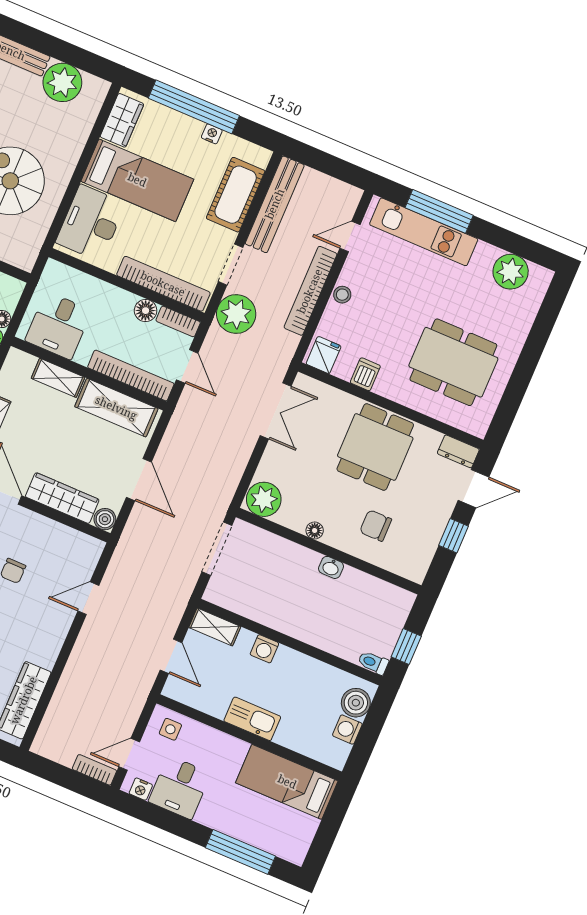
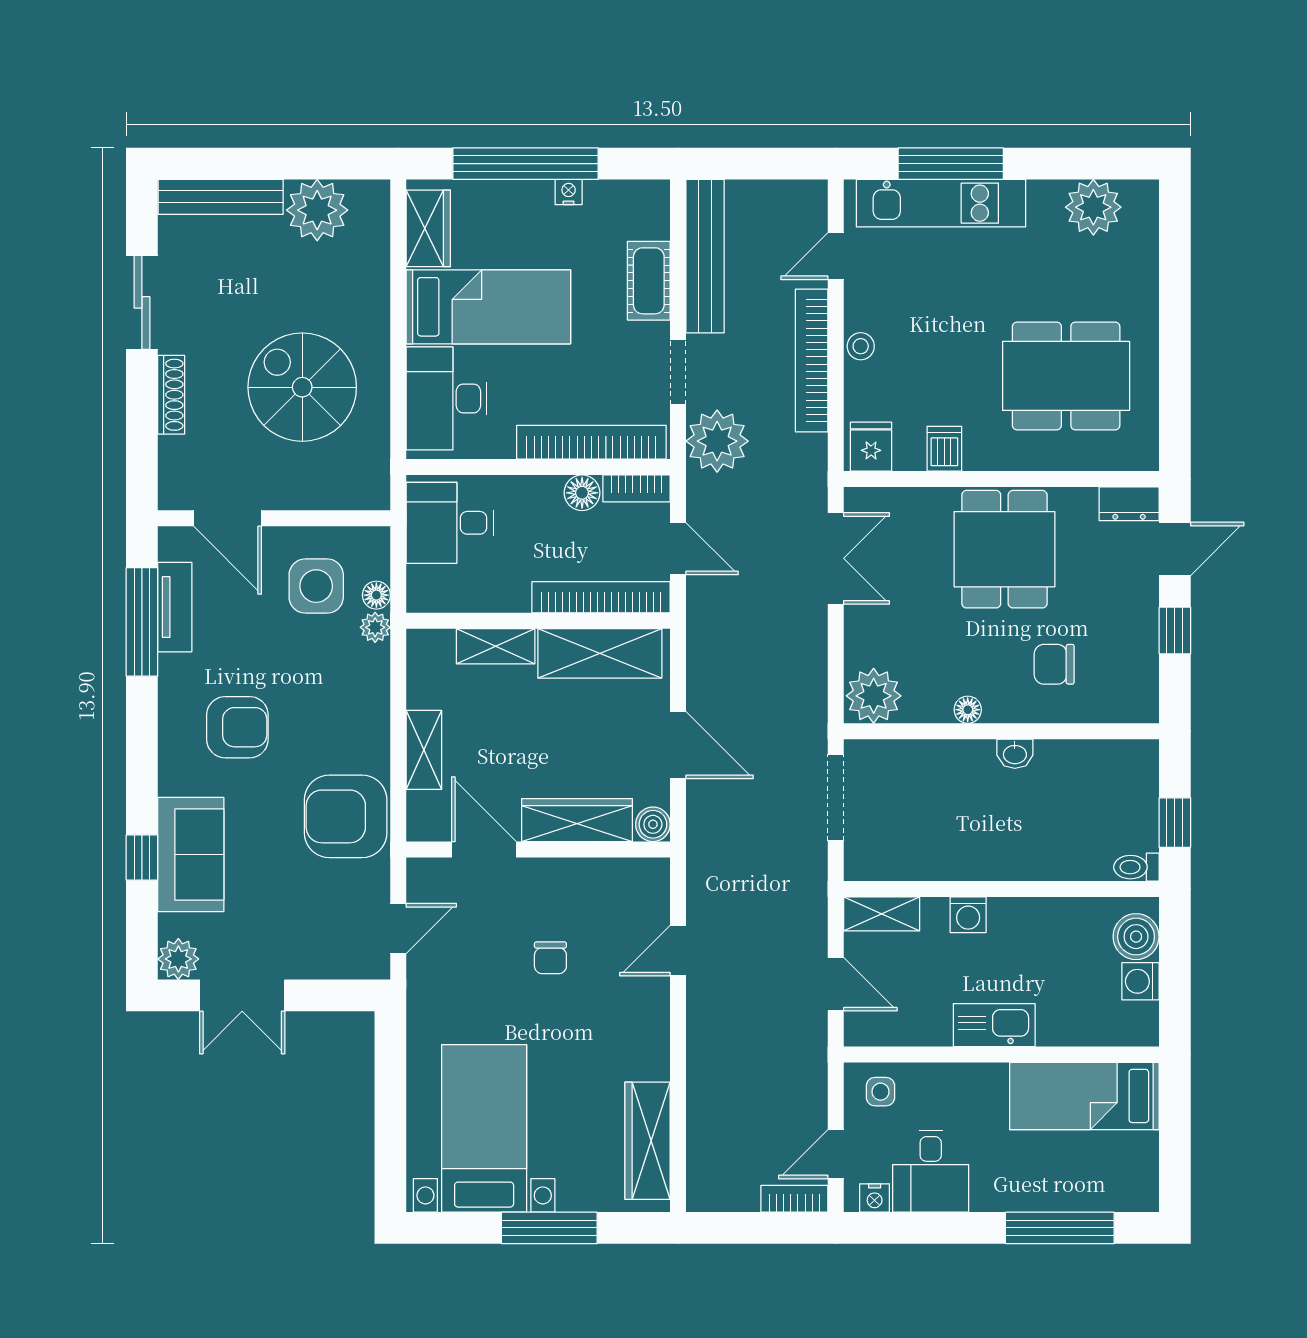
cot: (236, 195) -> (649, 281), width x0.73, depth x0.75
desk: (58, 325) -> (450, 523), moved, turned 90

